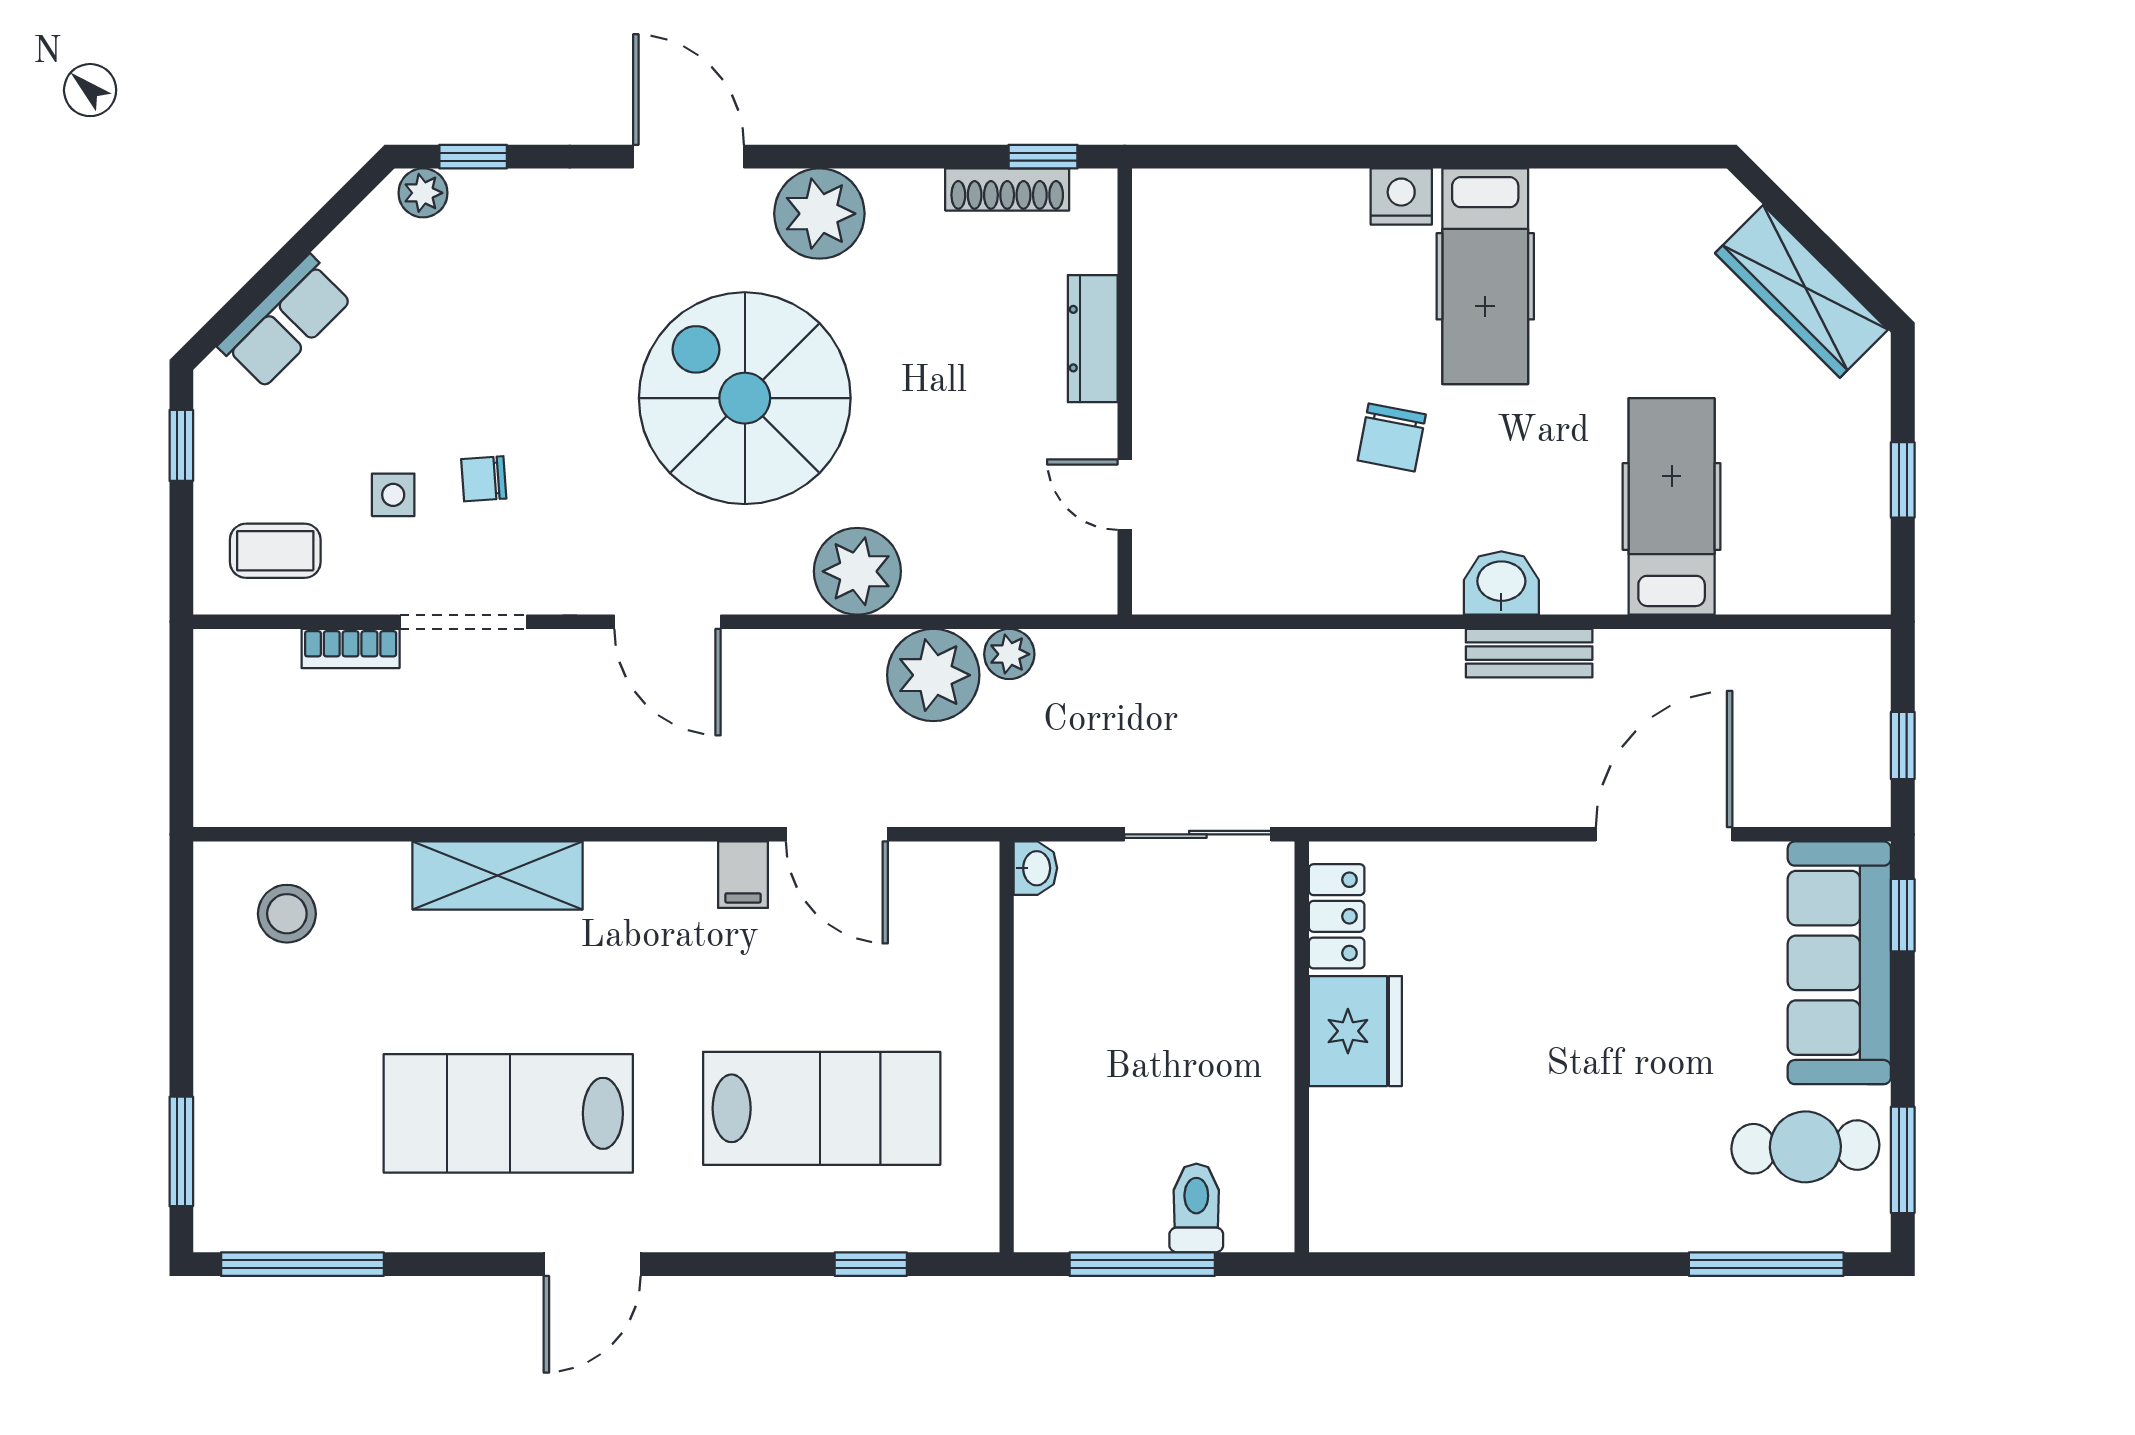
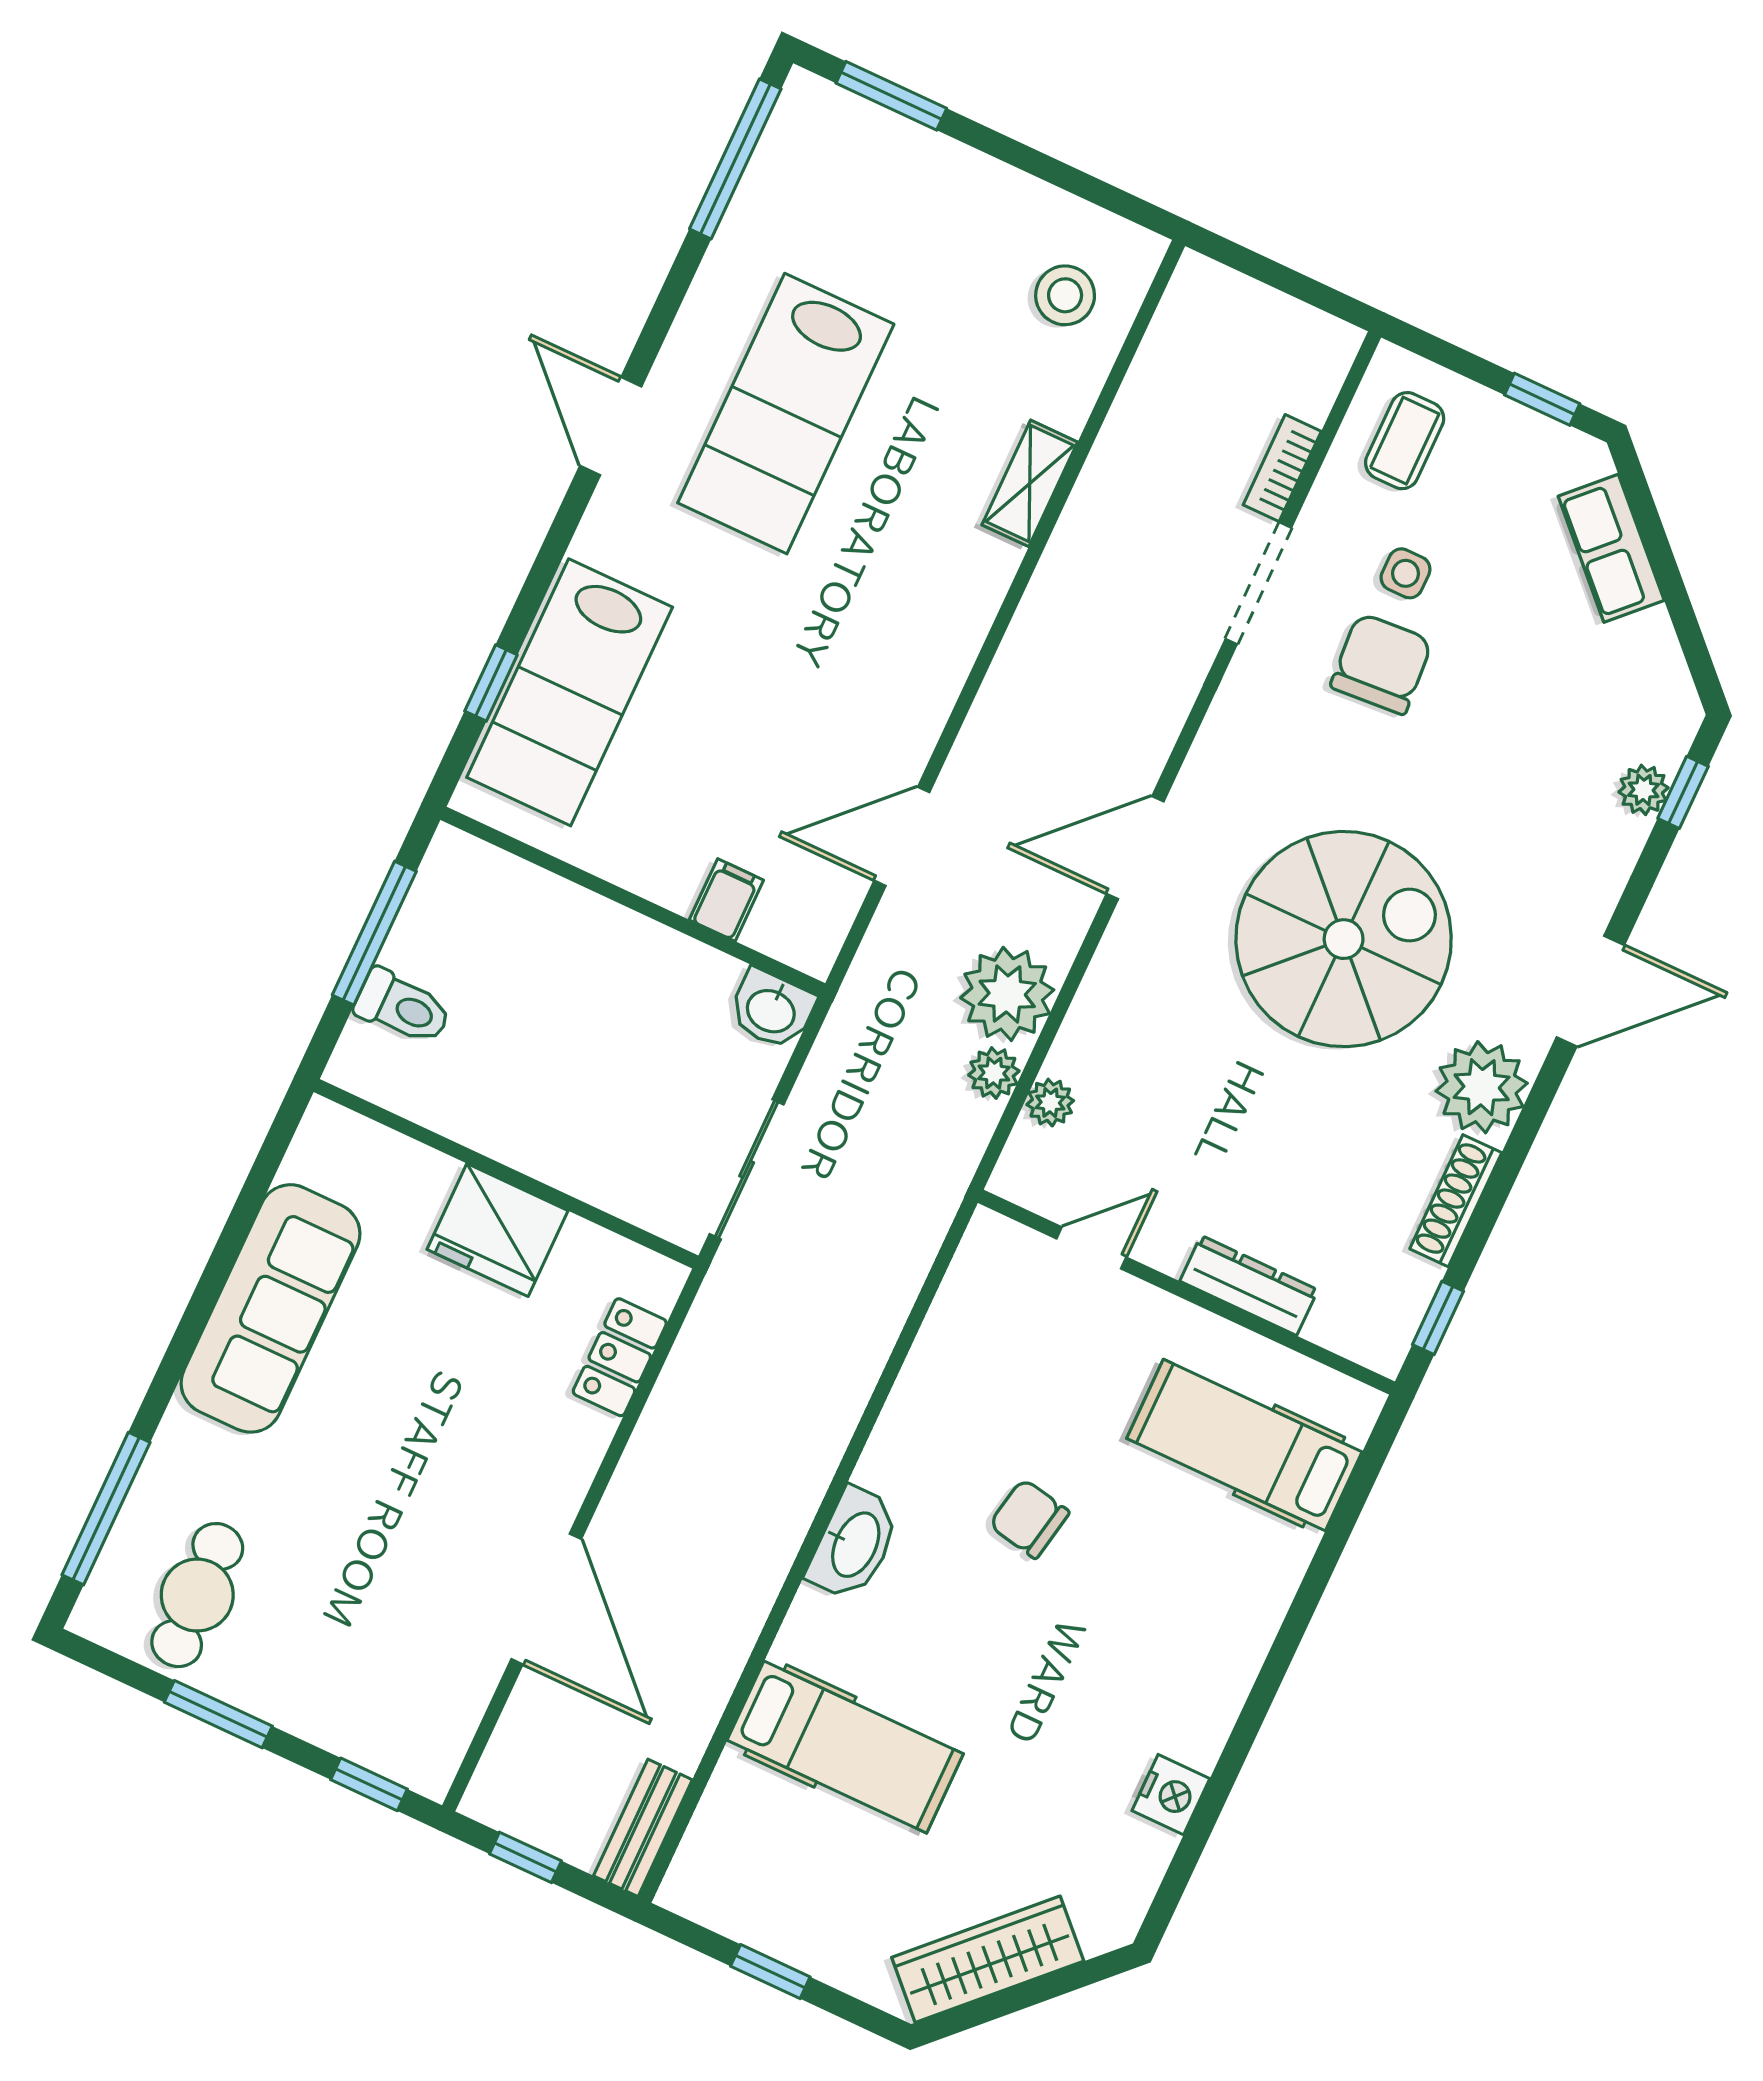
shoe rack: (1007, 190) -> (1456, 1201), moved
plant: (423, 193) -> (1644, 790), moved
nightstand: (1401, 197) -> (1171, 1795), moved
hospital bed: (1485, 276) -> (1244, 1445), moved
chair: (484, 479) -> (1381, 664), width x1.87, depth x1.87
plant: (857, 571) -> (1050, 1103), moved, width x0.53, depth x0.53
washbasin: (1501, 583) -> (854, 1544), width x1.38
door: (667, 622) -> (1135, 848), moved
bench: (1529, 653) -> (643, 1828), moved
washbasin: (1035, 868) -> (772, 1009), width x1.38, depth x1.45
shelving: (498, 875) -> (1030, 483), width x0.67, depth x0.75
filing cabinet: (743, 875) -> (726, 900), moved, turned 90
locker: (1337, 916) -> (620, 1357), moved, turned 90
sofa: (1839, 963) -> (270, 1308), moved, turned 90
lab bench: (822, 1108) -> (570, 692), moved
lab bench: (508, 1113) -> (786, 414), turned 180
window: (1903, 1160) -> (218, 1714), moved

